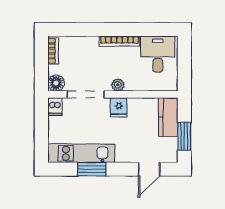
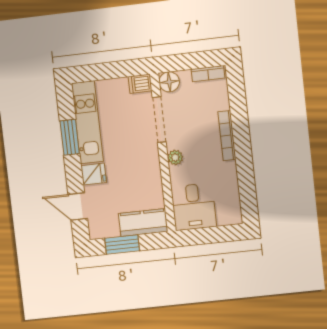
bookcase: (120, 41) -> (227, 136), moved
desk: (158, 54) -> (194, 207), moved, turned 90
fridge: (119, 107) -> (94, 174), moved, turned 180

